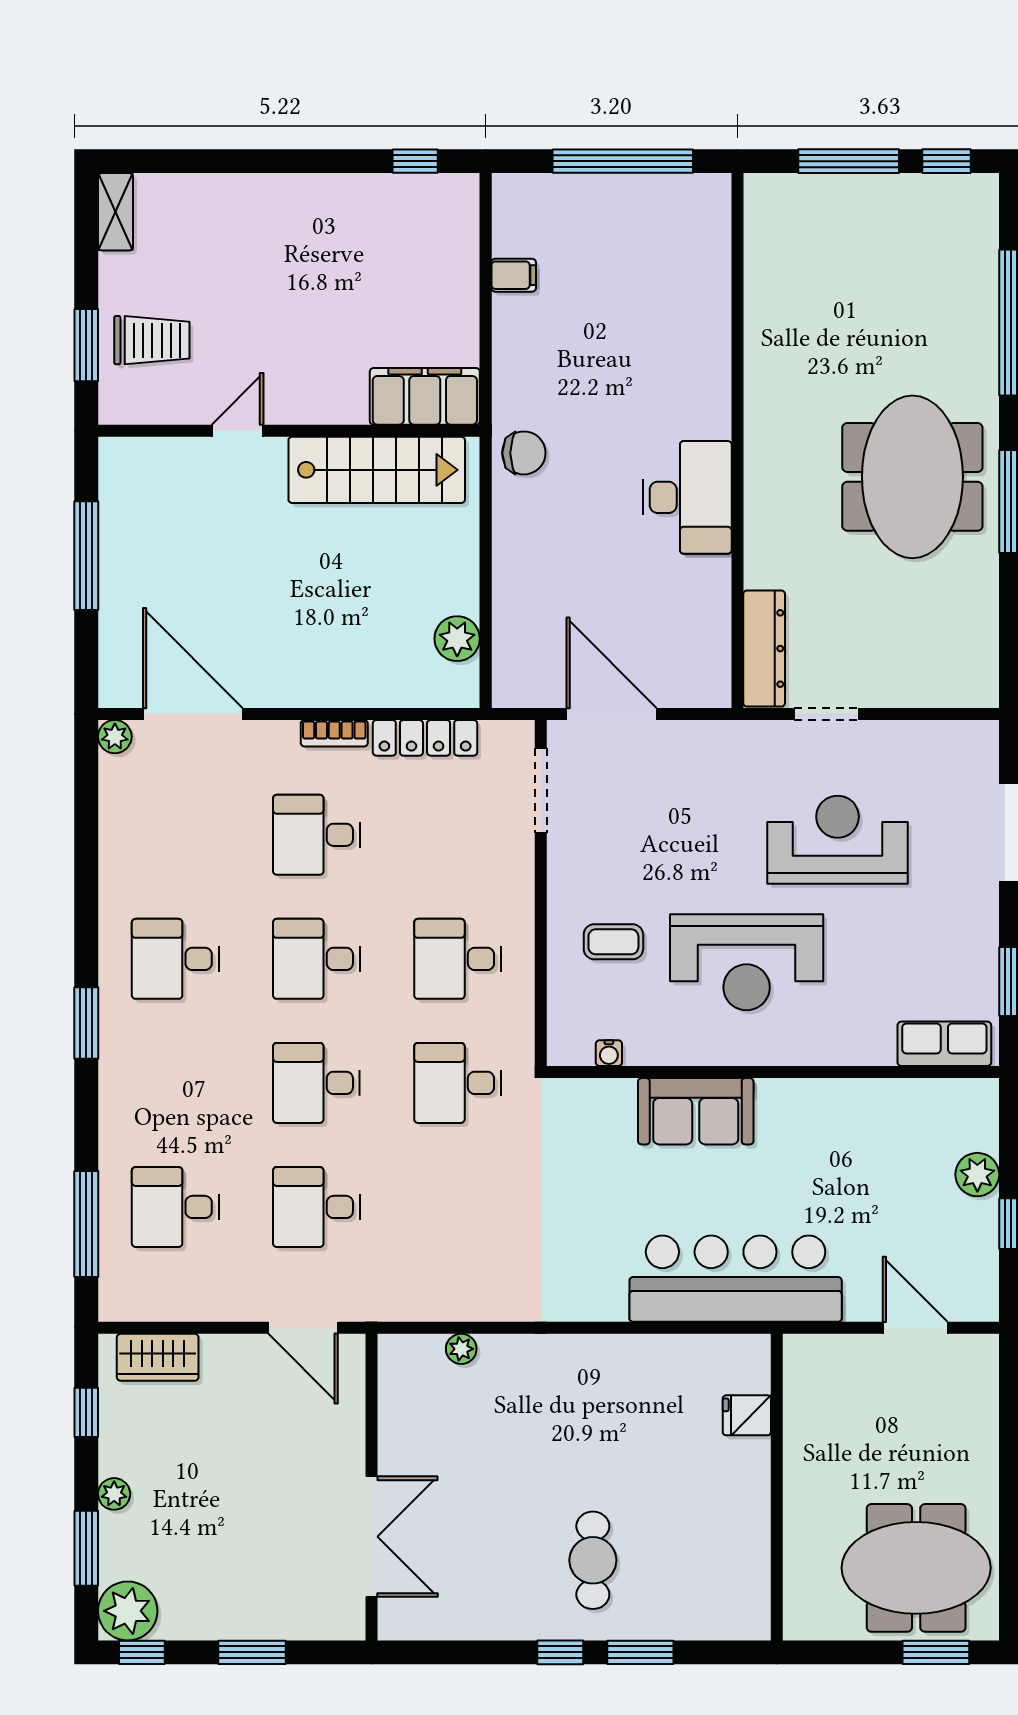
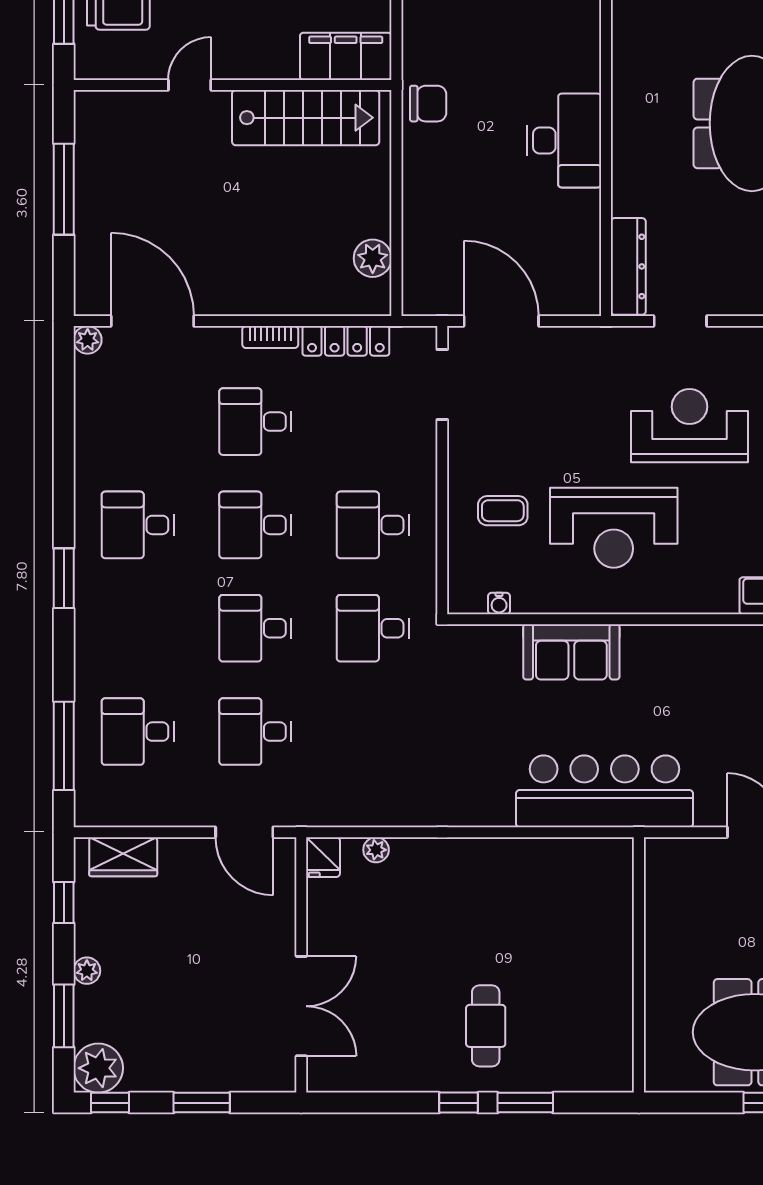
fridge: (747, 1415) -> (323, 857), moved, turned -90

